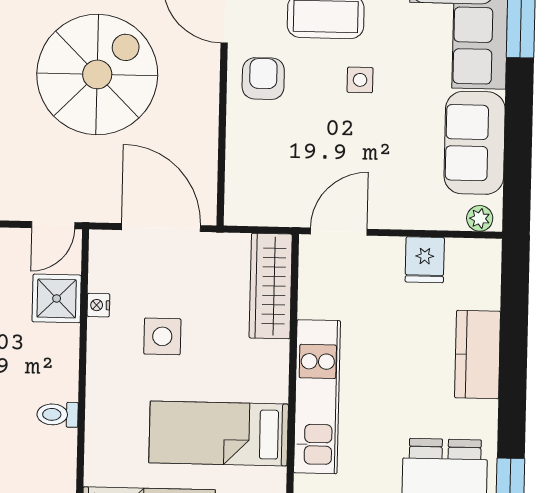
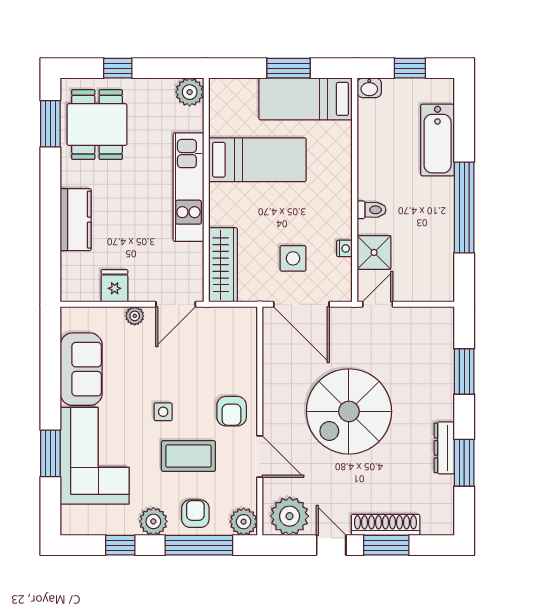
plant: (480, 218) -> (135, 316), moved
side table: (162, 336) -> (293, 258), moved
toilet: (58, 415) -> (372, 210), moved

